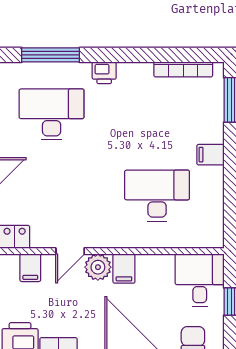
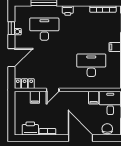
plant: (98, 267) -> (65, 97), removed
filing cabinet: (124, 269) -> (94, 98), moved

